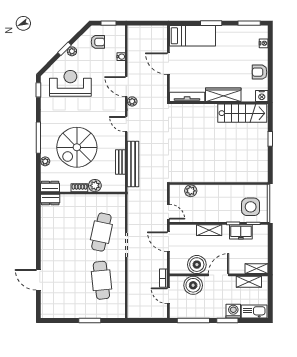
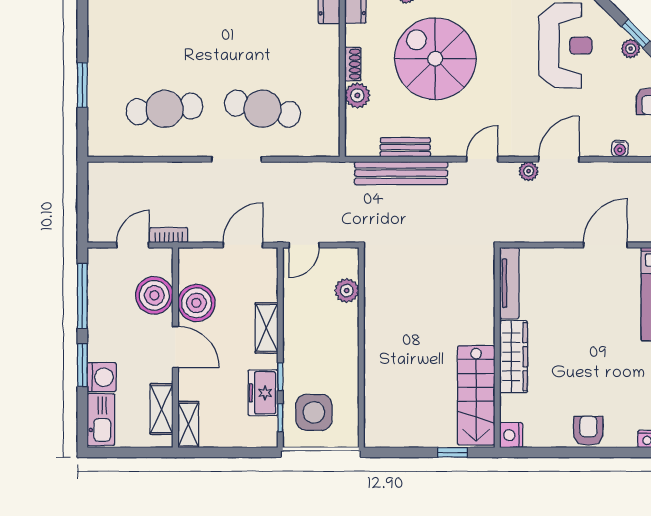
wardrobe: (223, 95) -> (514, 357), moved
nightstand: (262, 96) -> (511, 435), moved
tv unit: (187, 97) -> (509, 283), moved
wall: (219, 103) -> (497, 348), moved
stairs: (242, 113) -> (476, 395), moved

